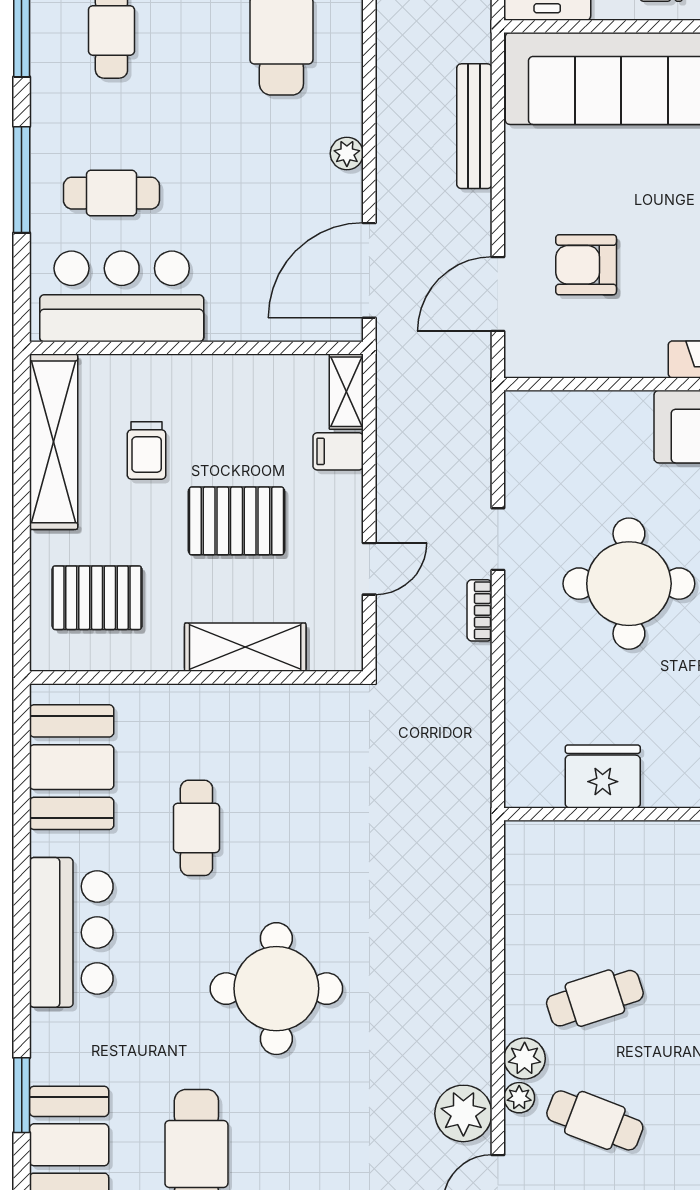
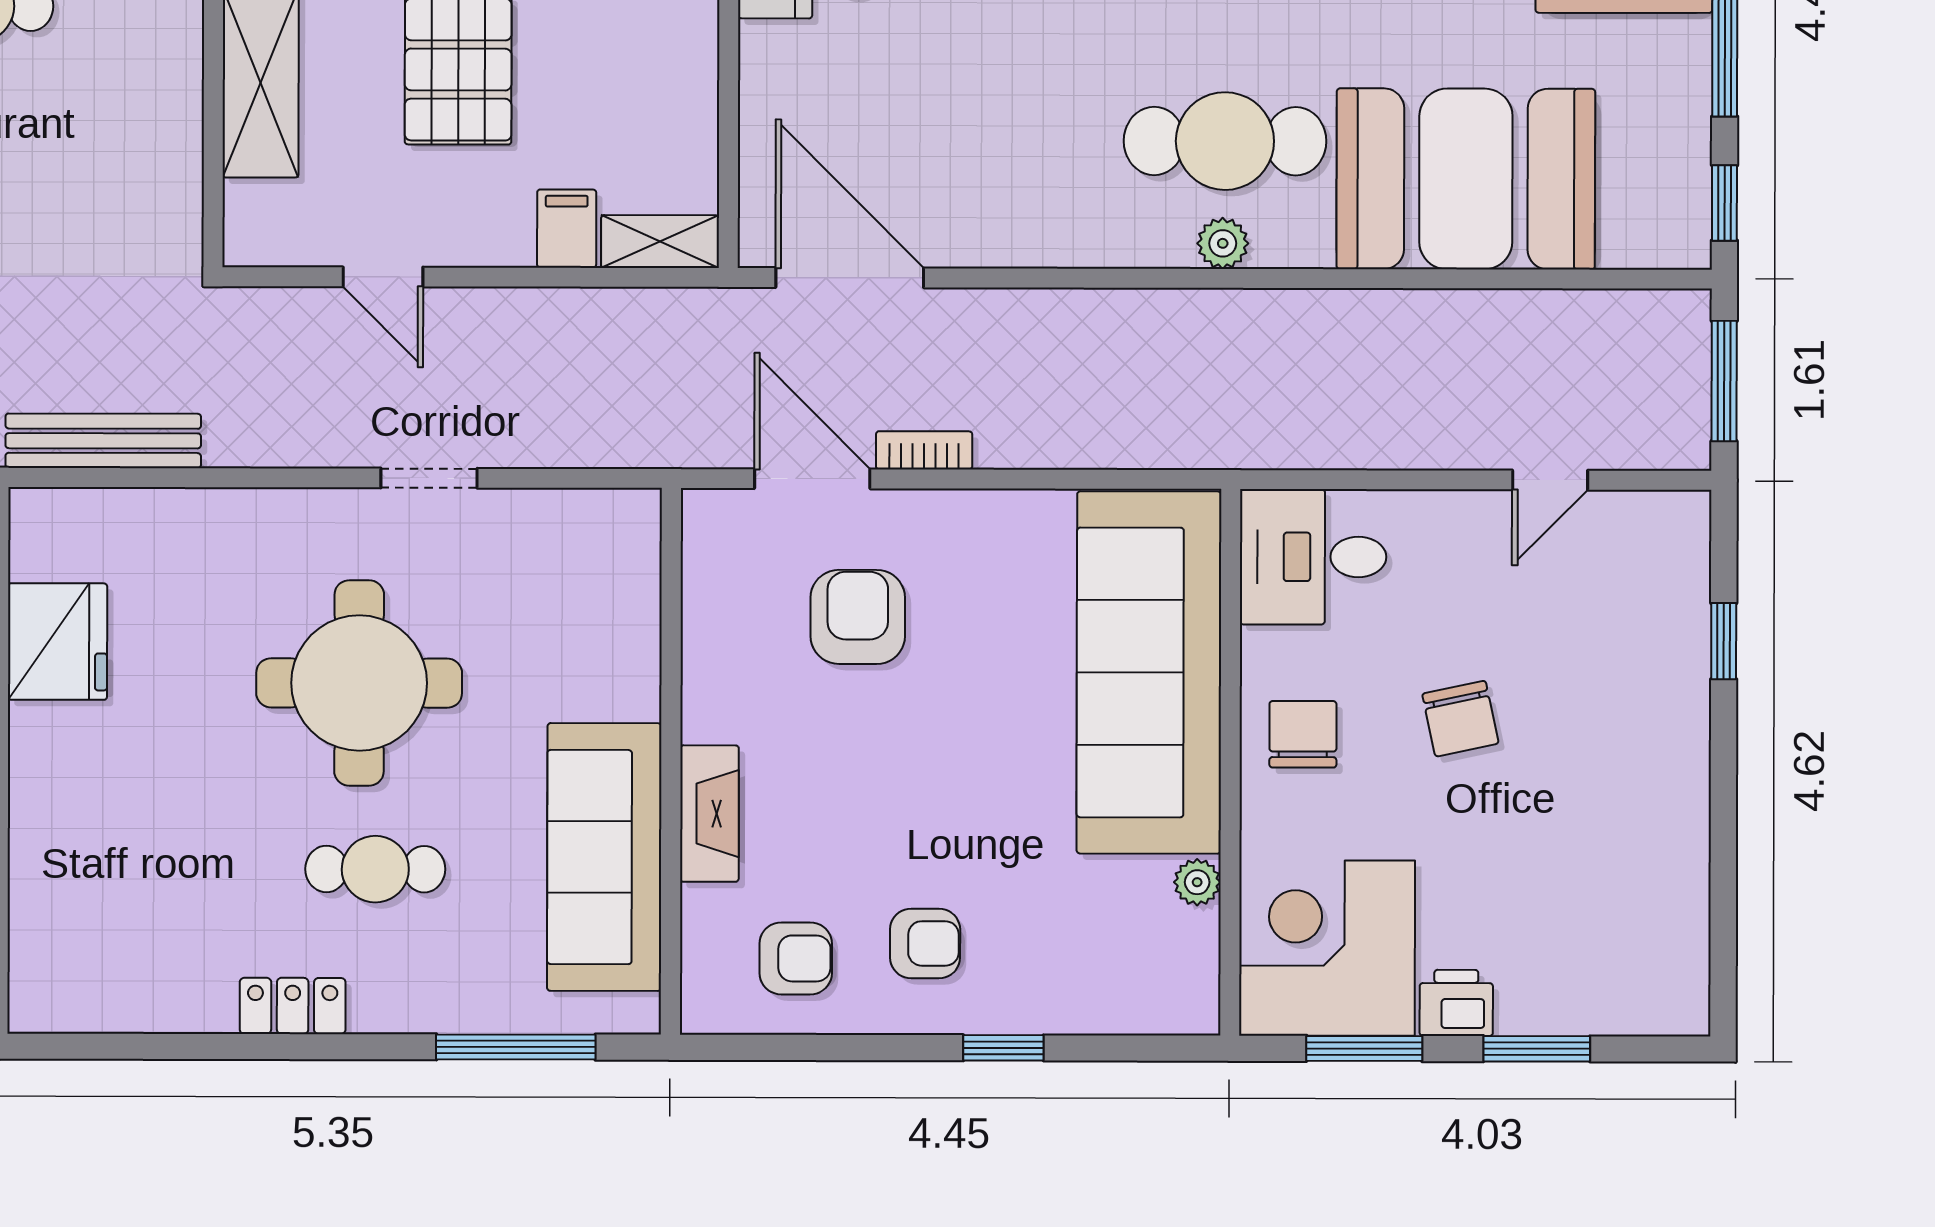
bench: (474, 126) -> (103, 441), moved
plant: (347, 153) -> (1223, 243), moved
bookcase: (480, 610) -> (924, 450), moved

